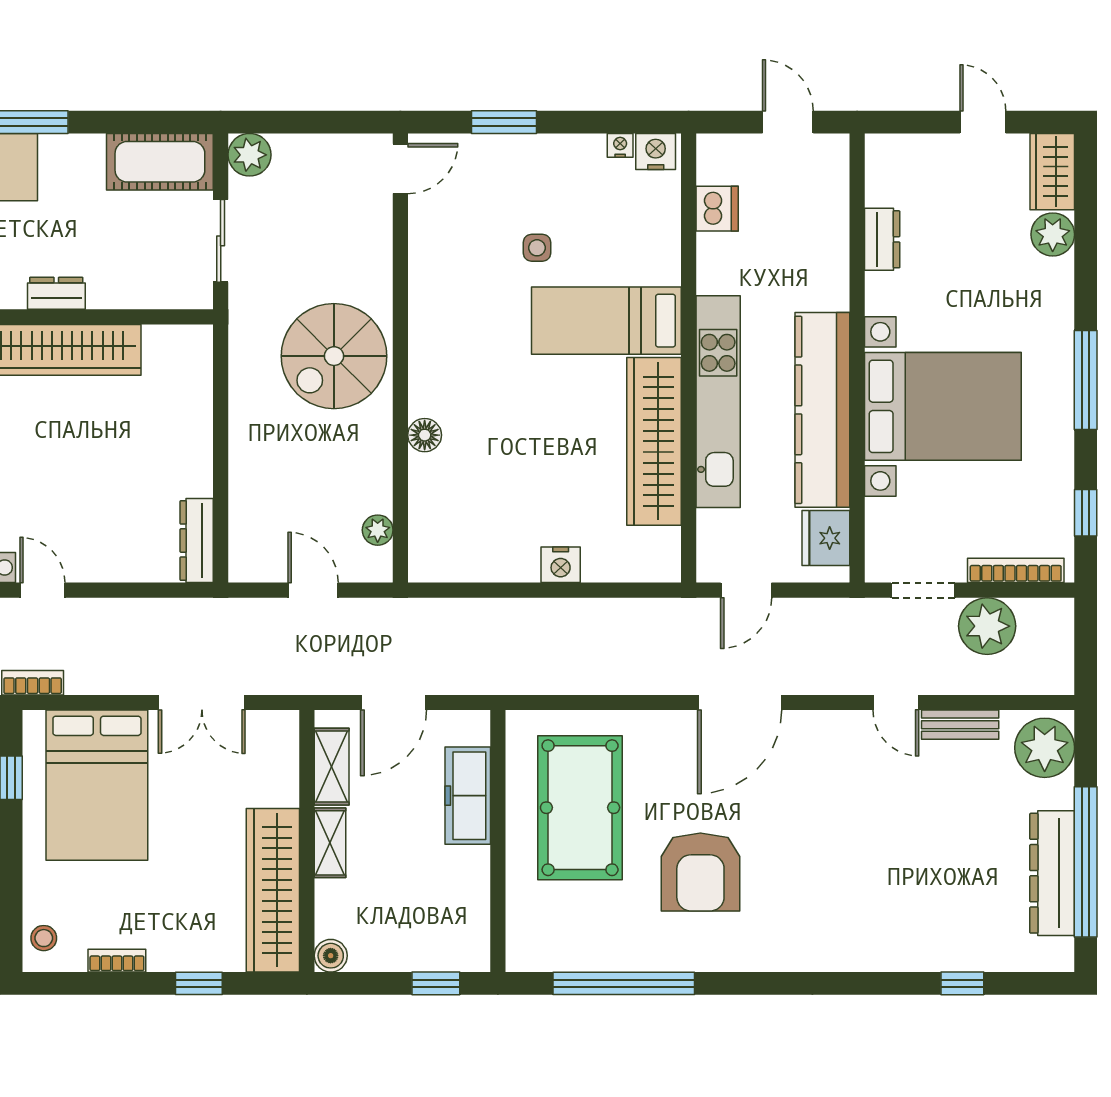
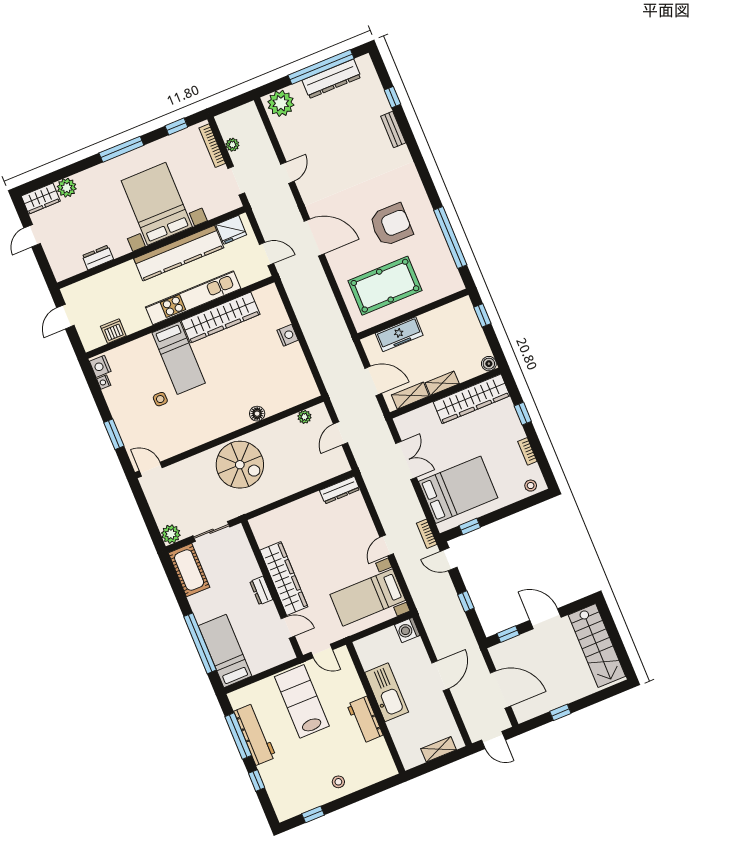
plant: (987, 626) -> (232, 145), width x0.53, depth x0.53
bench: (960, 725) -> (393, 130), moved

